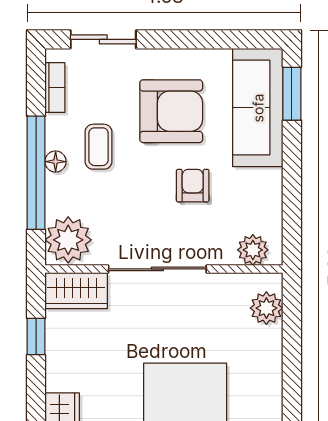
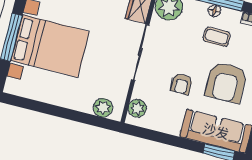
armchair: (193, 186) -> (182, 84), turned 90

